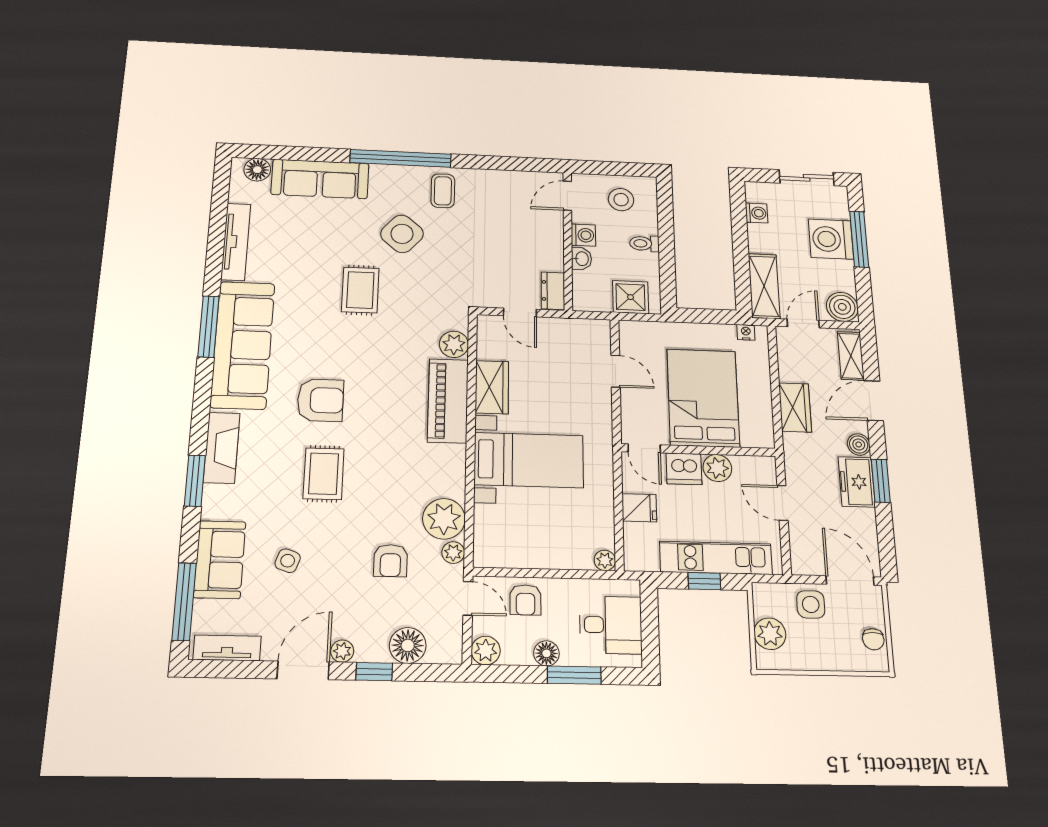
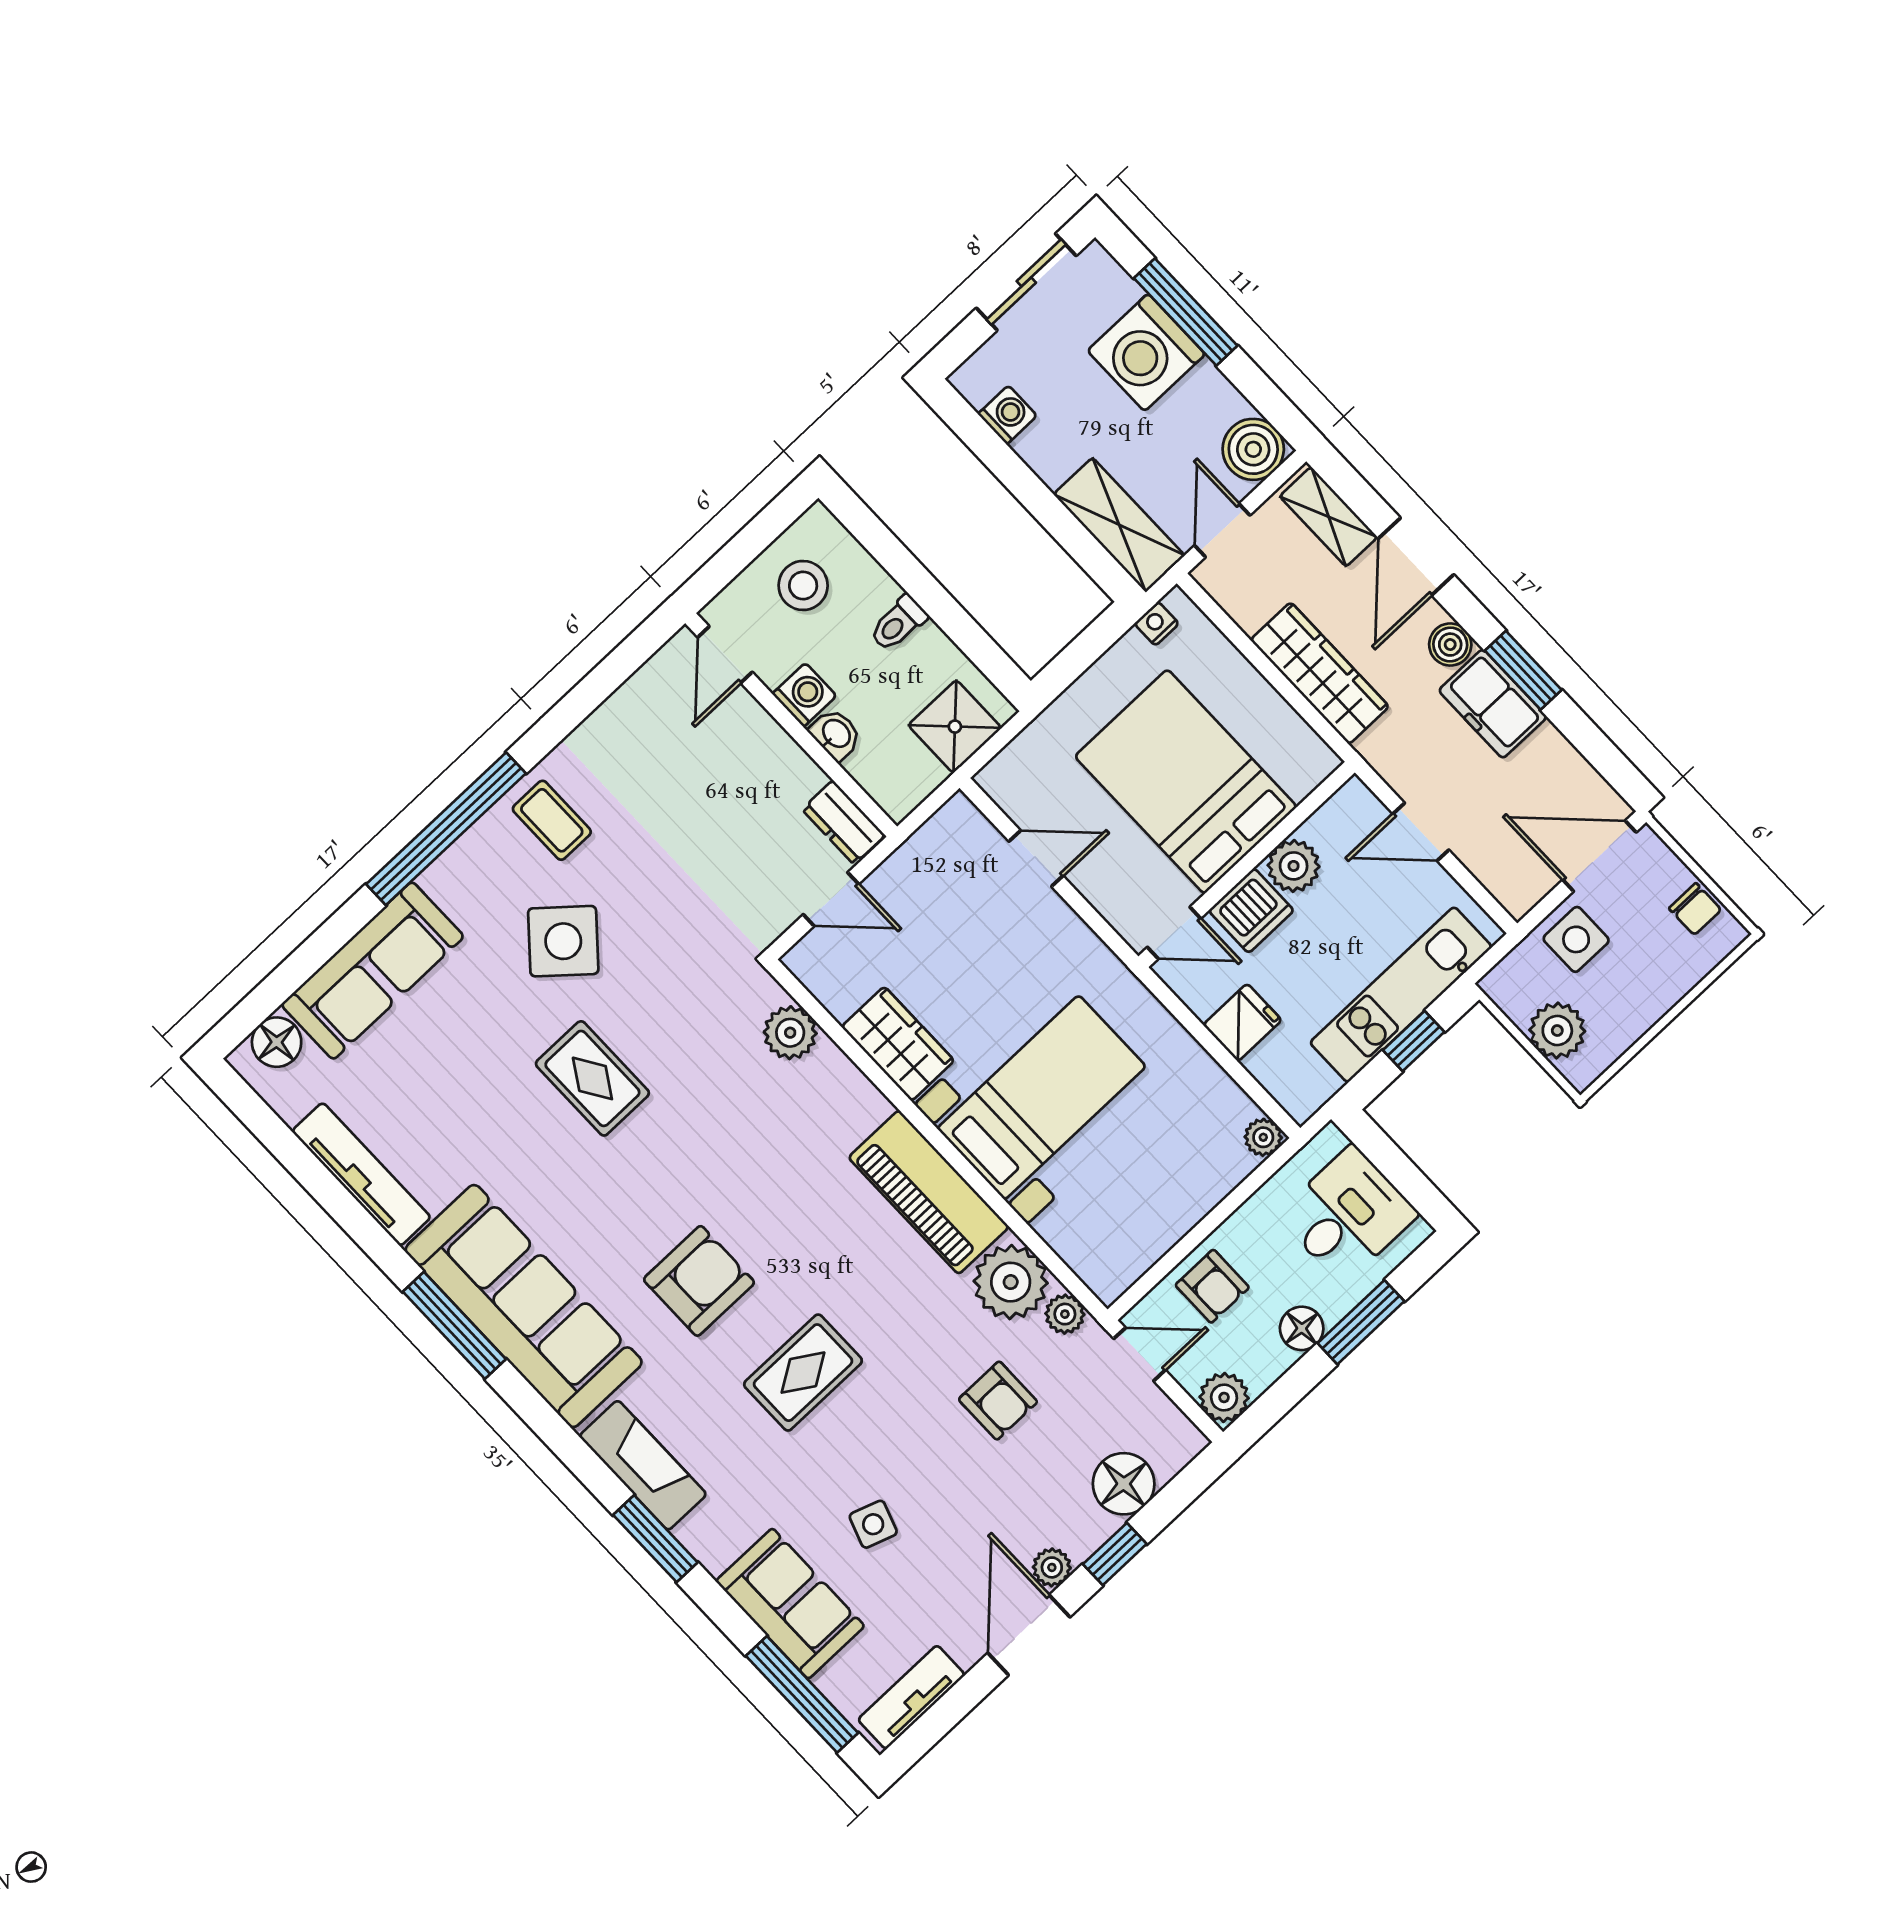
piano: (448, 401) -> (929, 1192), moved
wardrobe: (795, 407) -> (1320, 673), width x1.50
rug: (324, 474) -> (803, 1373), turned 90

